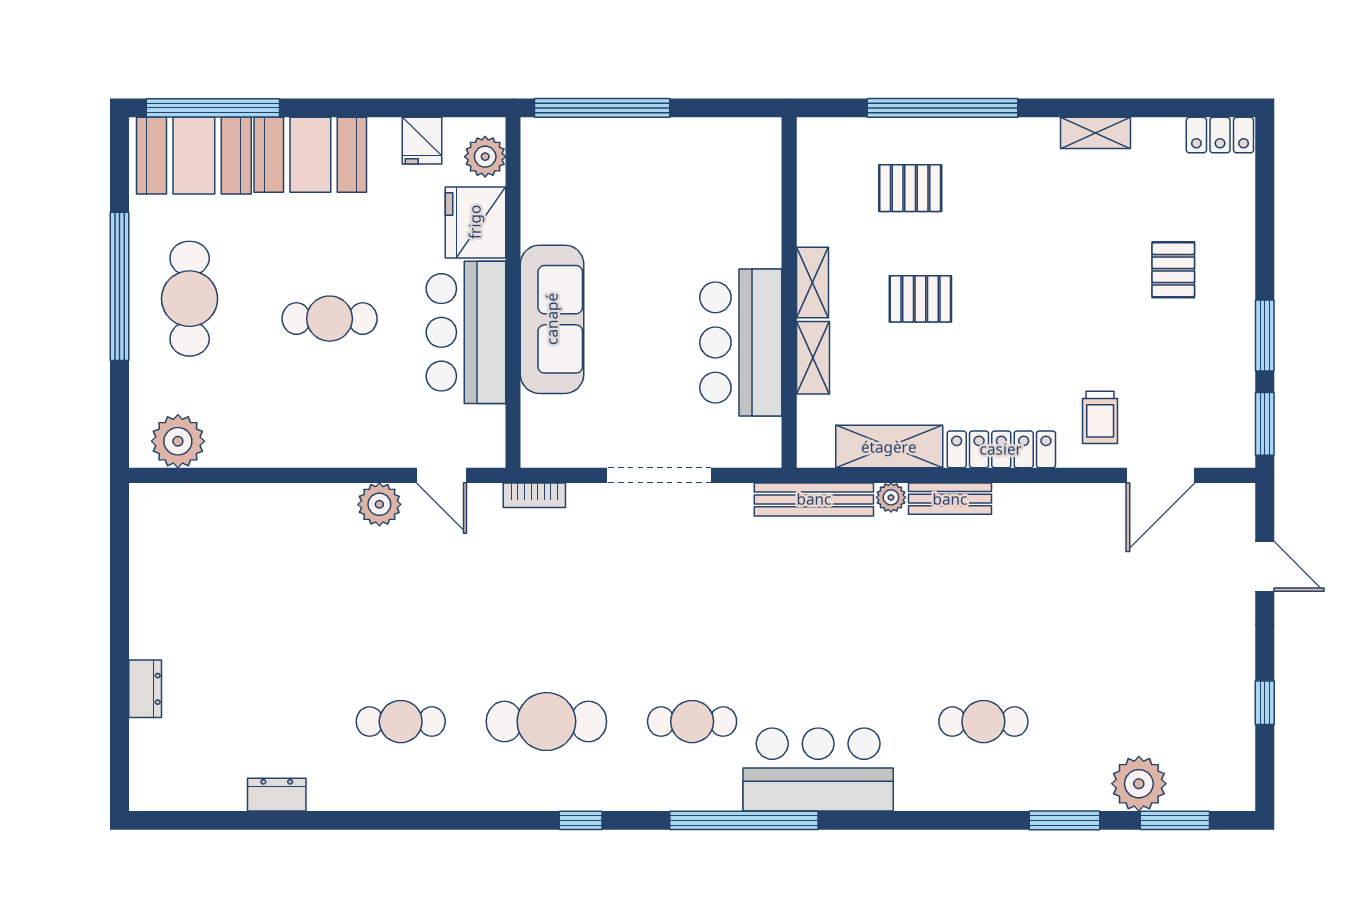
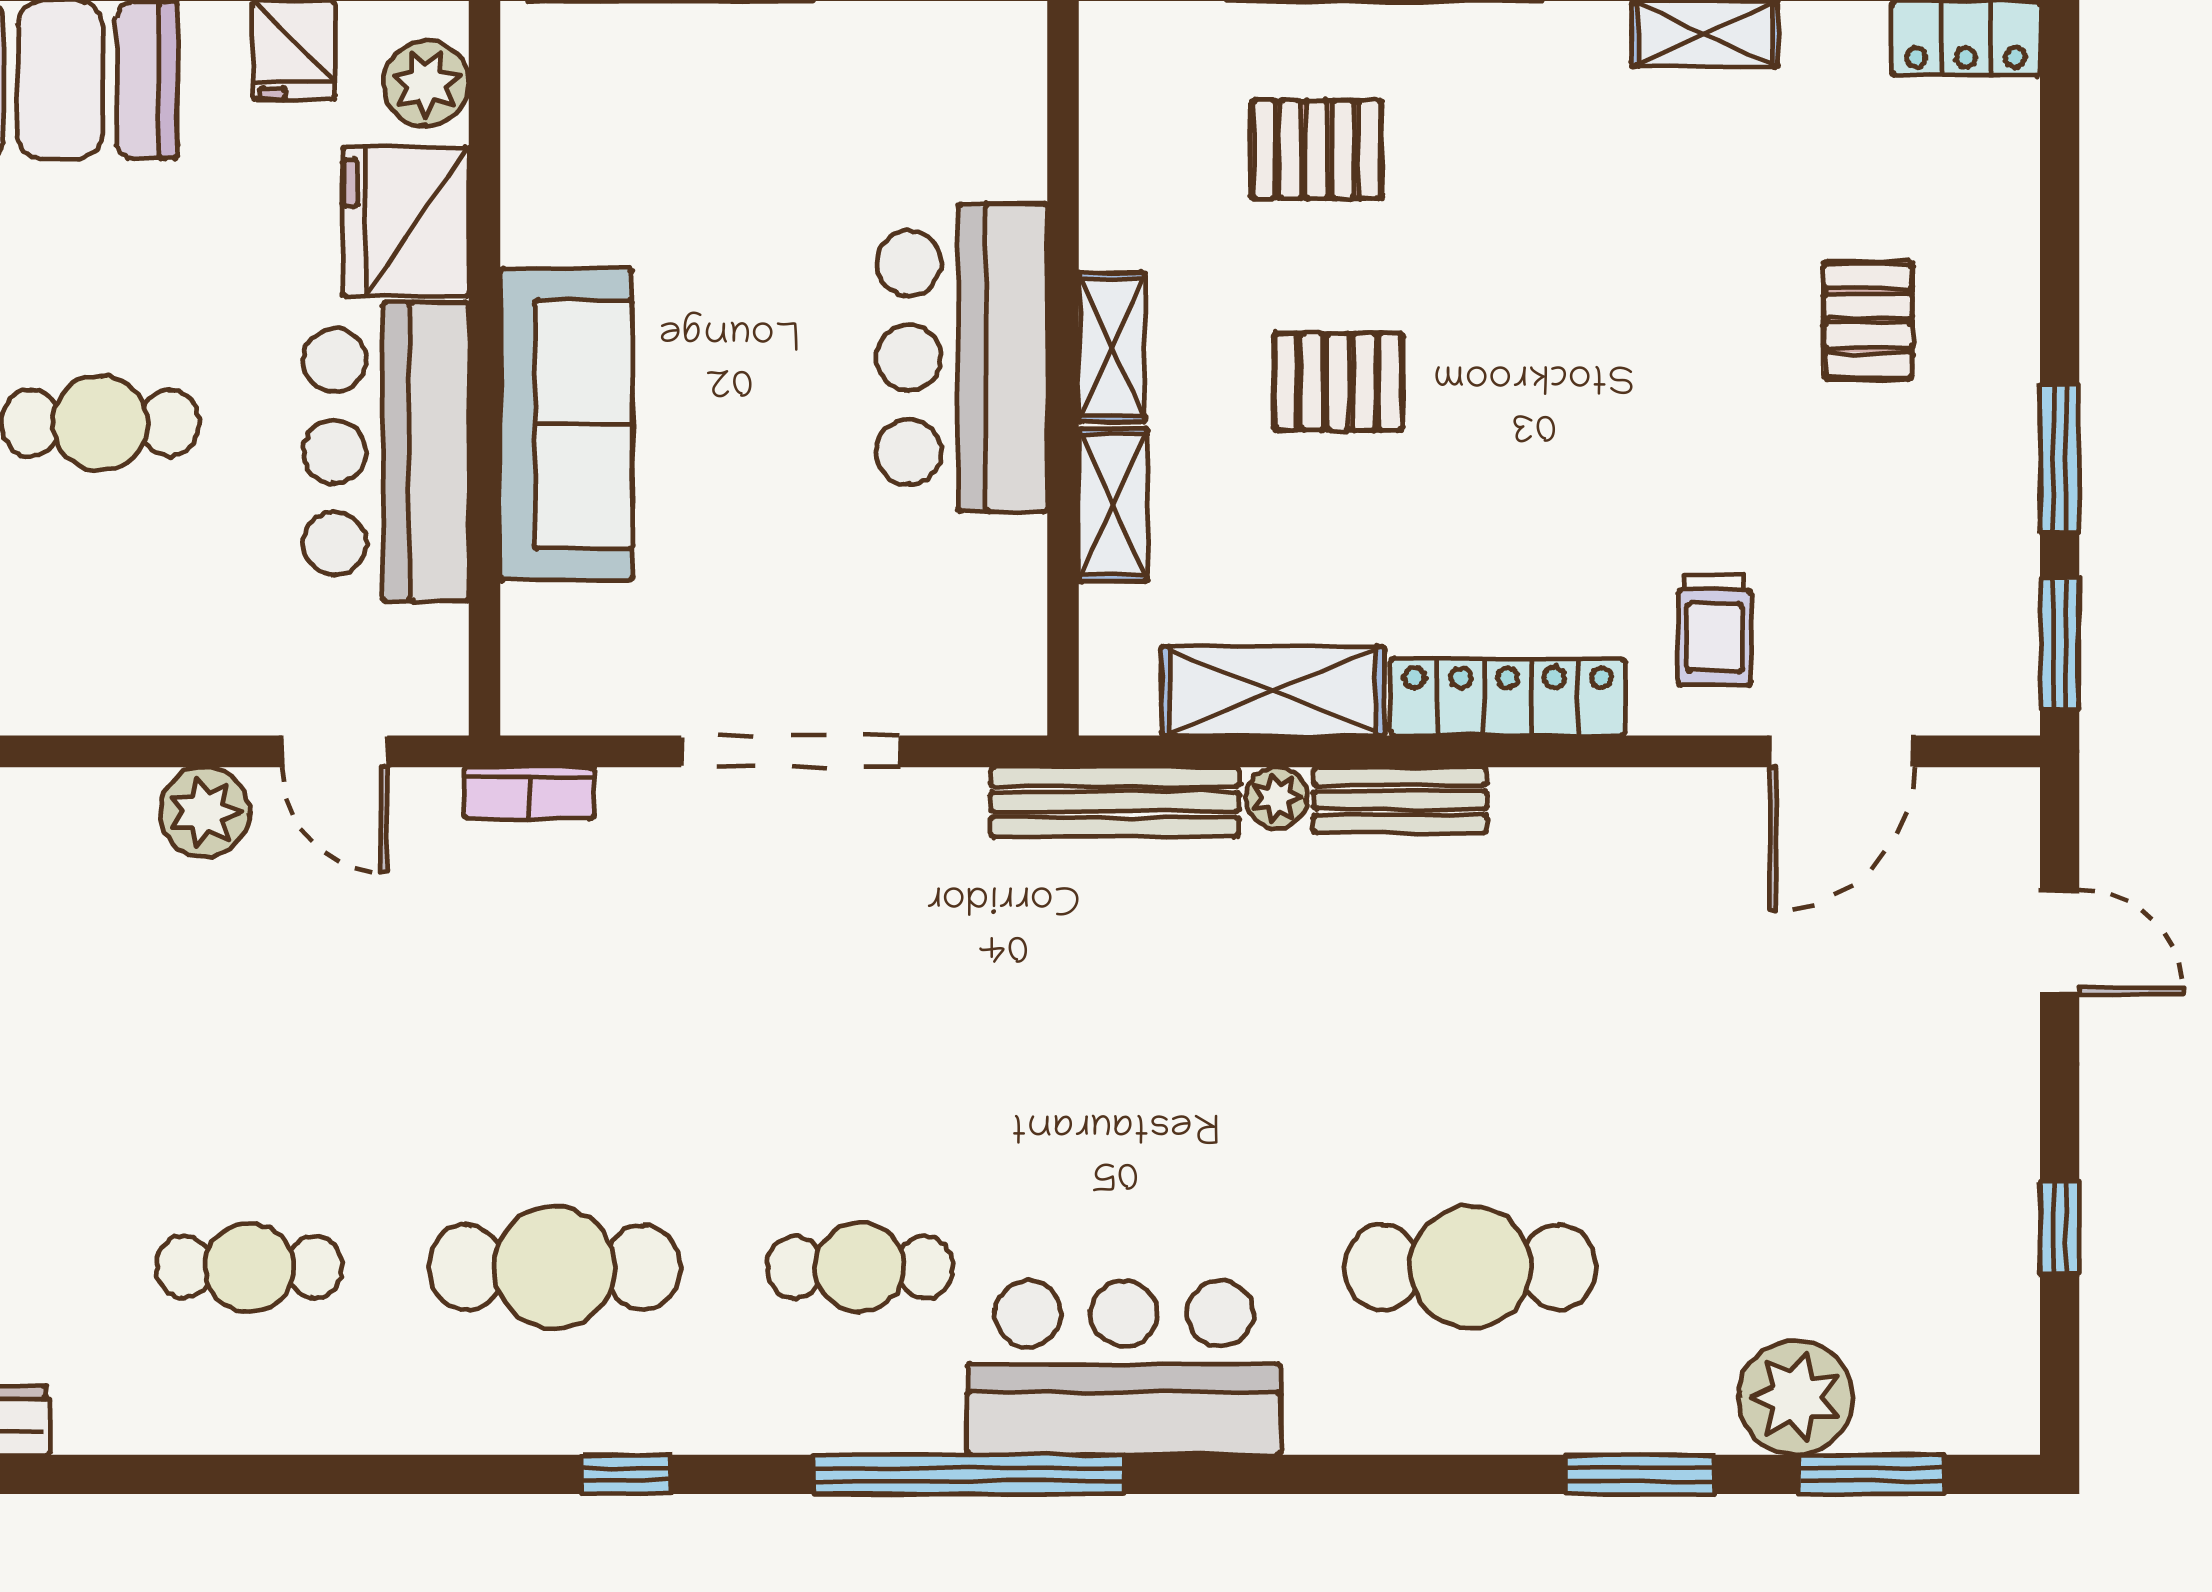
bar counter: (741, 342) -> (962, 358), moved
cafe table: (983, 722) -> (1470, 1267), width x1.37, depth x1.35

